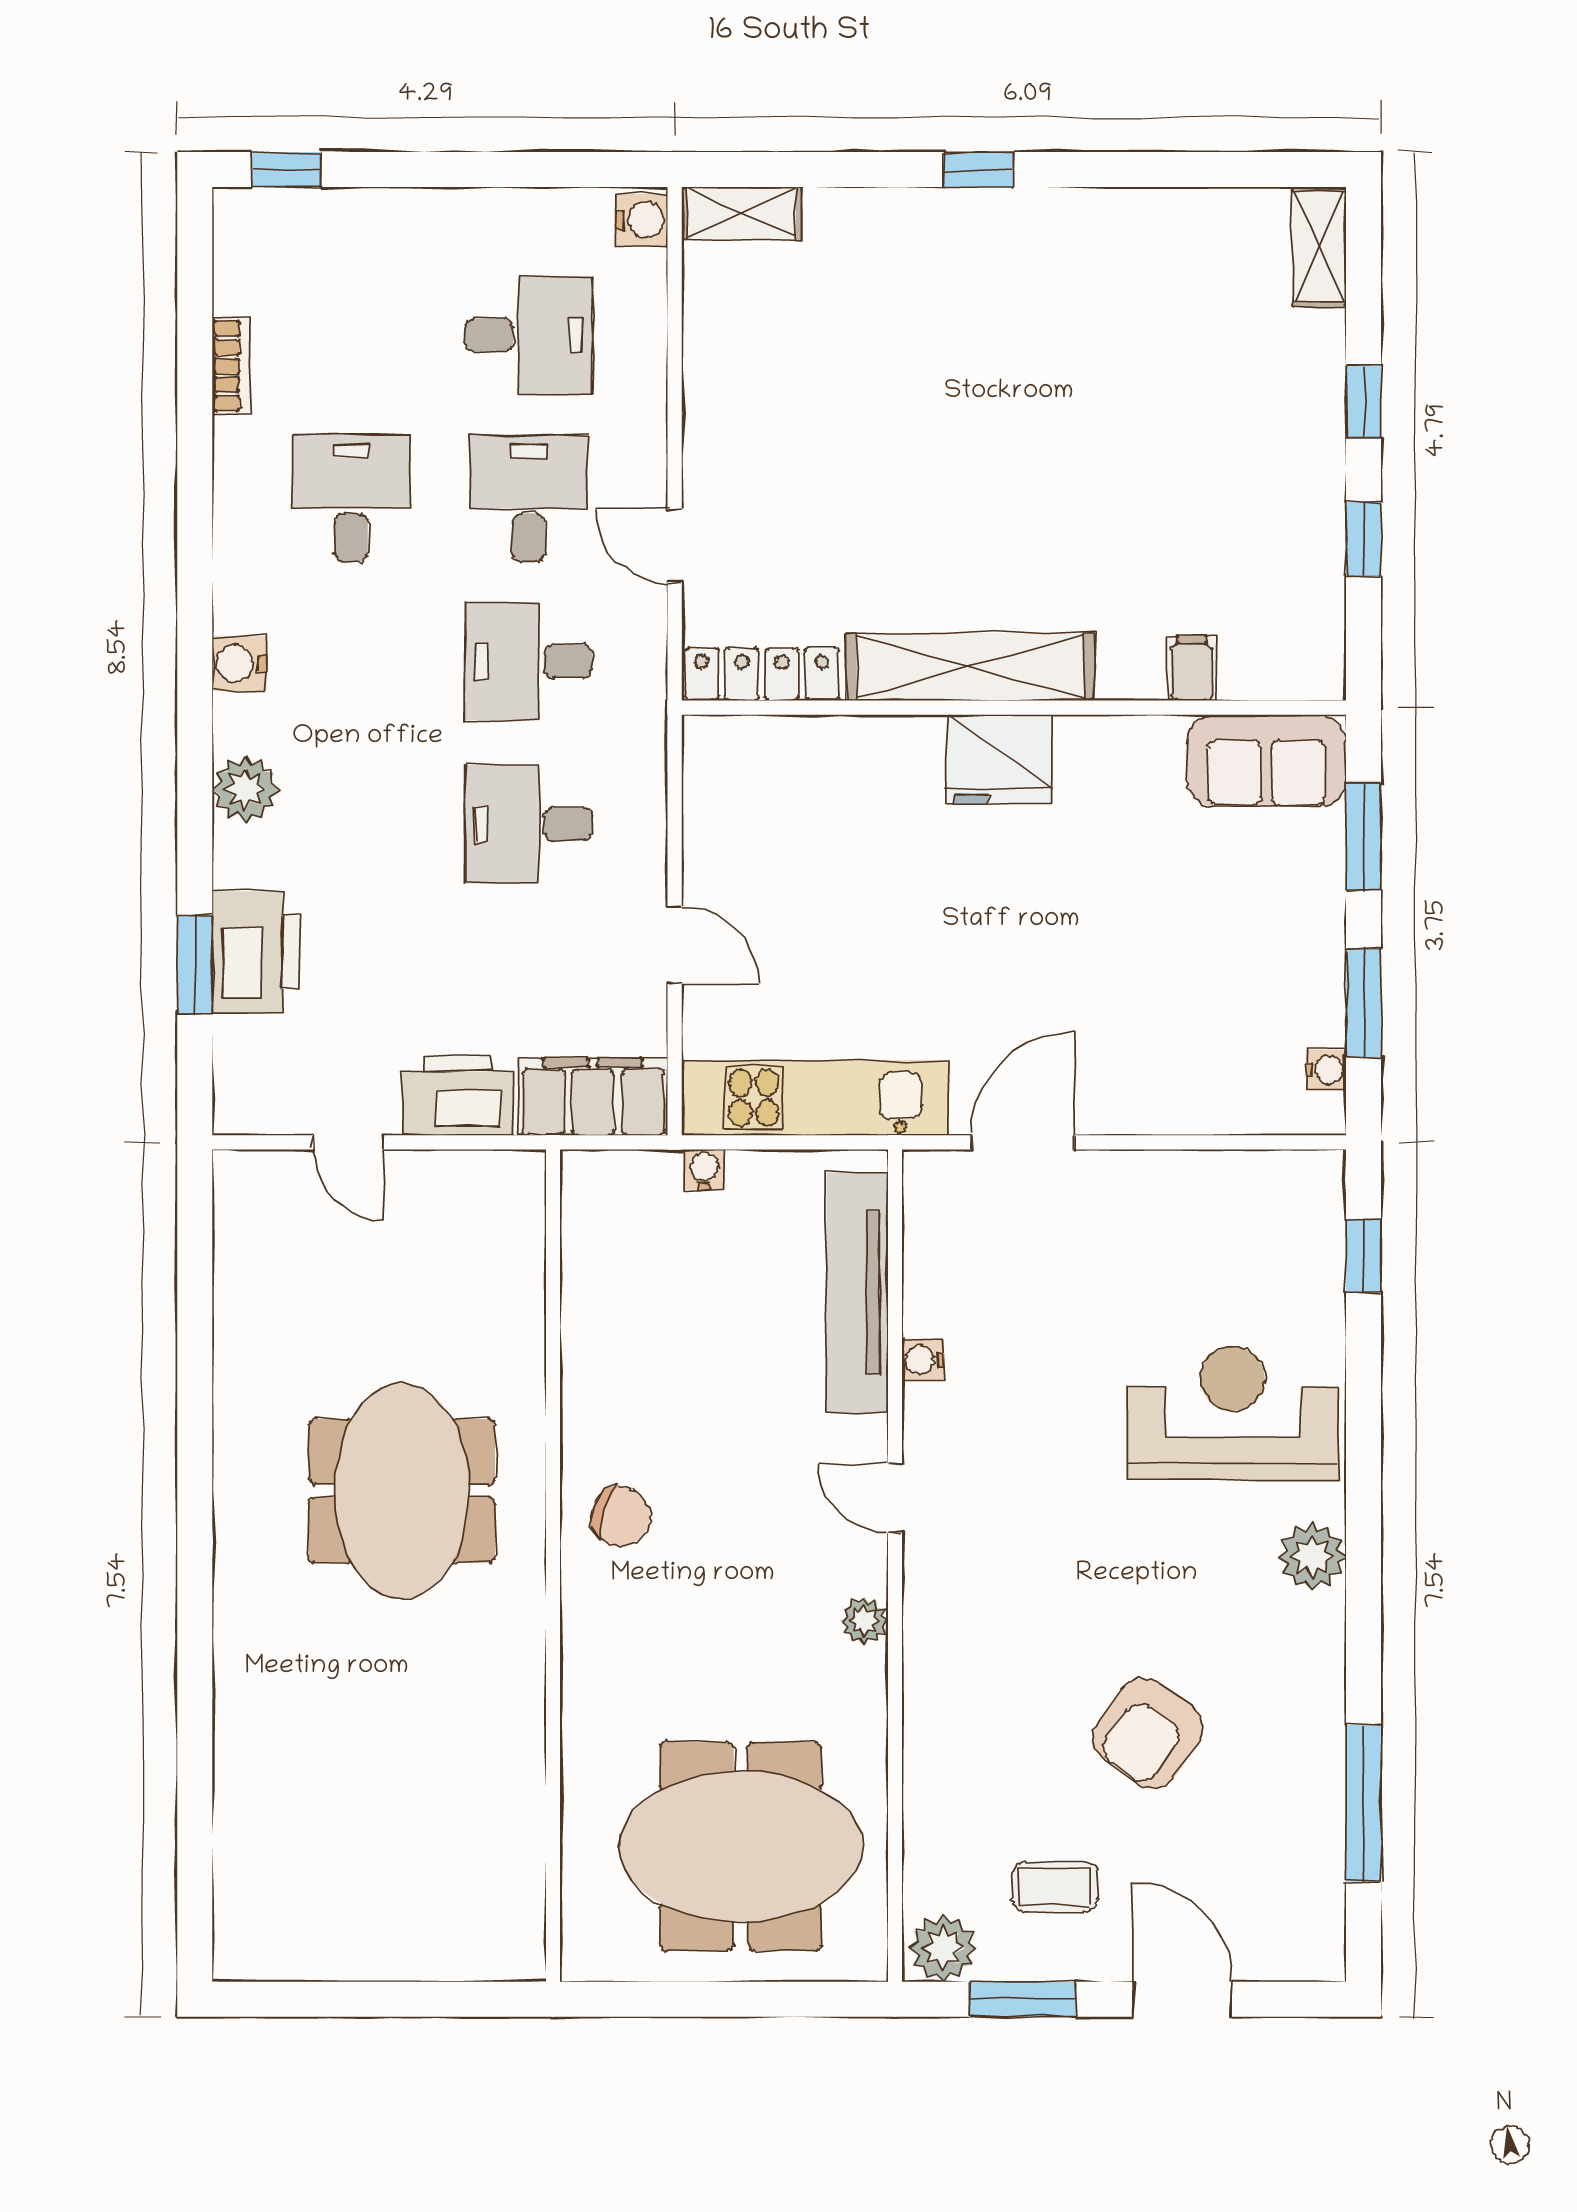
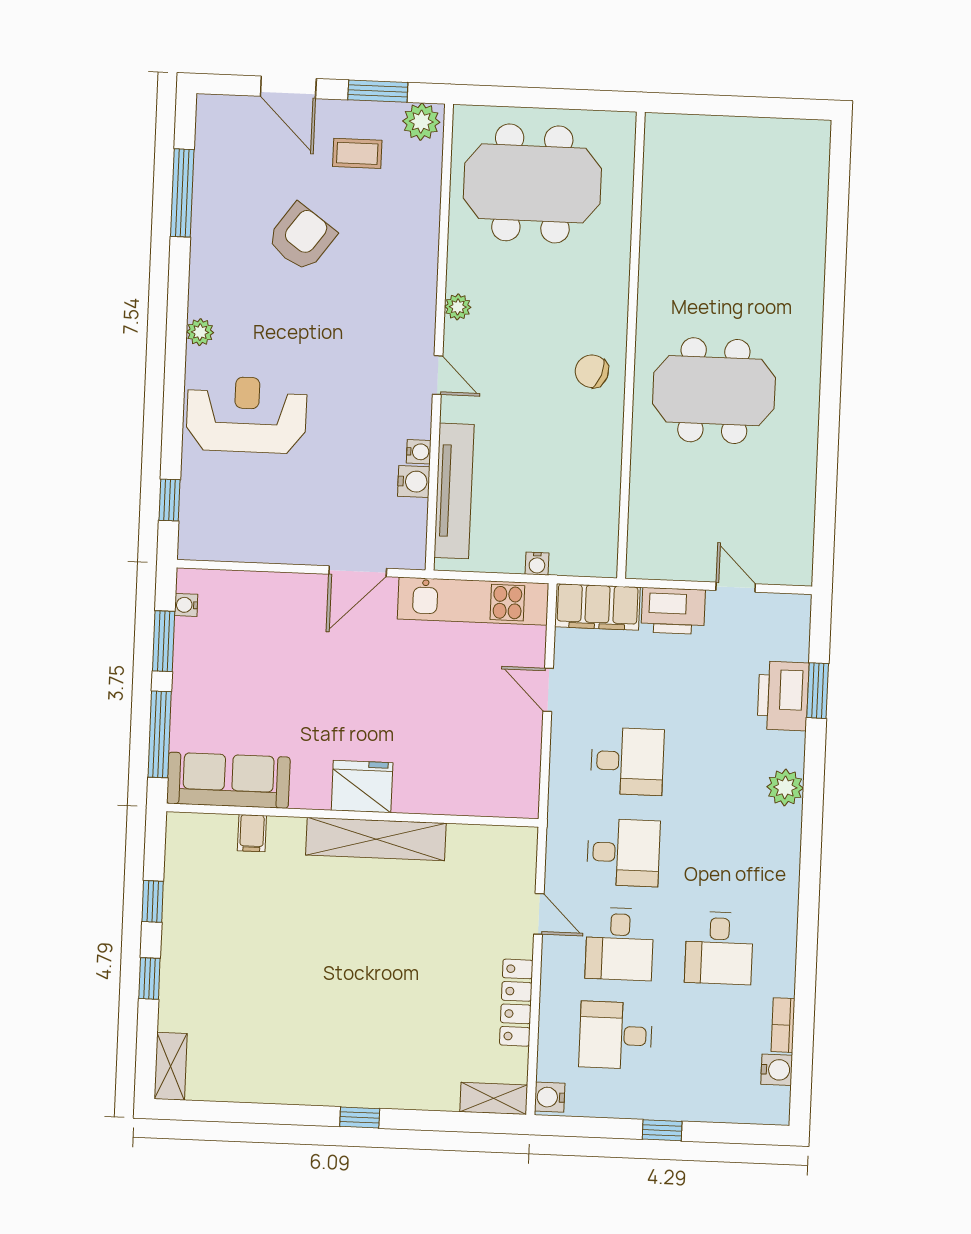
window: (286, 170) -> (662, 1130), moved
water cooler: (239, 664) -> (777, 1070), moved
locker: (762, 674) -> (516, 1003), moved, turned 90
sofa: (1266, 761) -> (228, 780), width x1.36
window: (1363, 837) -> (160, 734), width x1.44
water cooler: (930, 1307) -> (414, 482), added
reception desk: (1233, 1413) -> (246, 415), turned 180
meeting table: (402, 1491) -> (714, 391), turned 90
plant: (1312, 1557) -> (200, 332), width x0.73, depth x0.73

